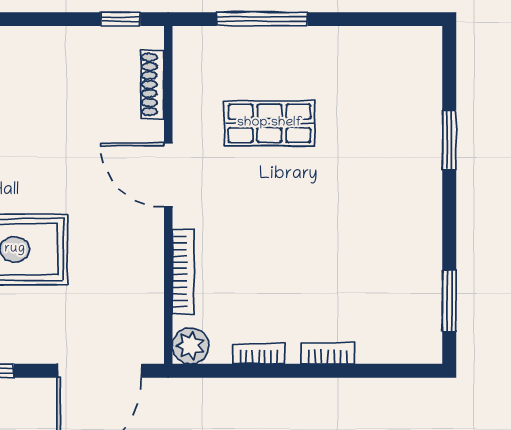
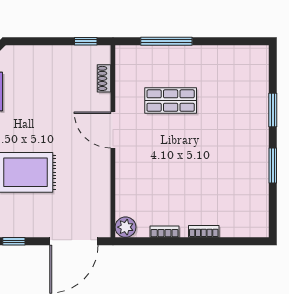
shoe rack: (152, 84) -> (104, 78), width x0.70
bookcase: (183, 272) -> (121, 185), removed
window: (449, 301) -> (273, 165), moved

